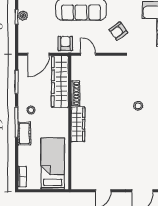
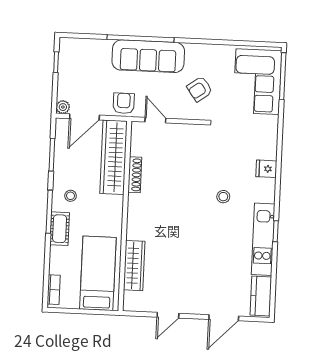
plant: (23, 16) -> (63, 107), moved
wardrobe: (78, 124) -> (134, 266), moved

